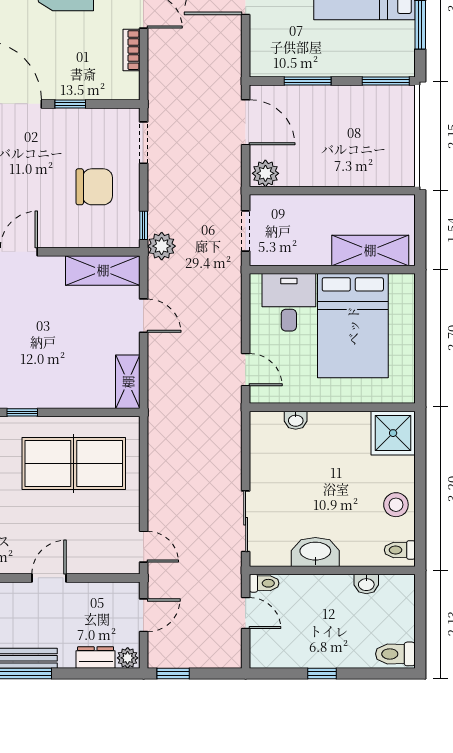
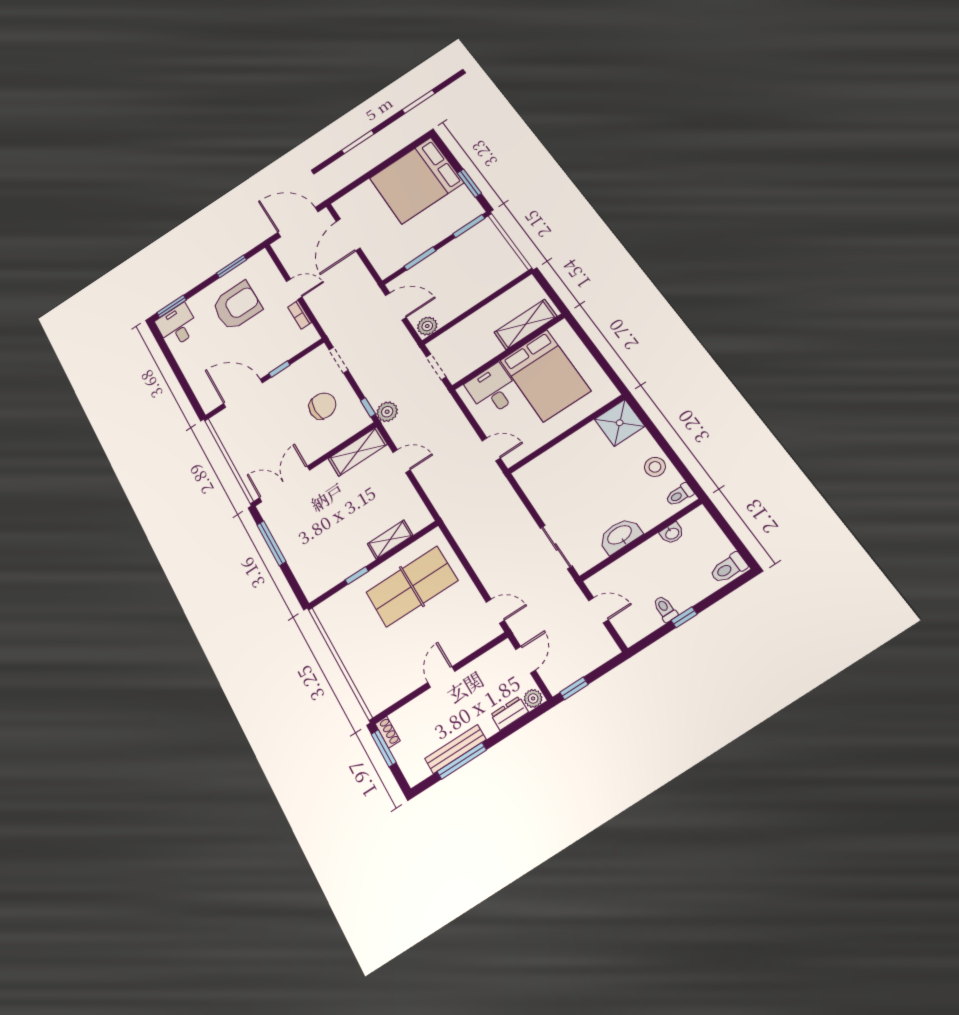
shelving: (128, 382) -> (390, 539), moved, turned 90
washbasin: (296, 420) -> (547, 459), removed
toilet: (264, 583) -> (665, 609), moved, turned -90

